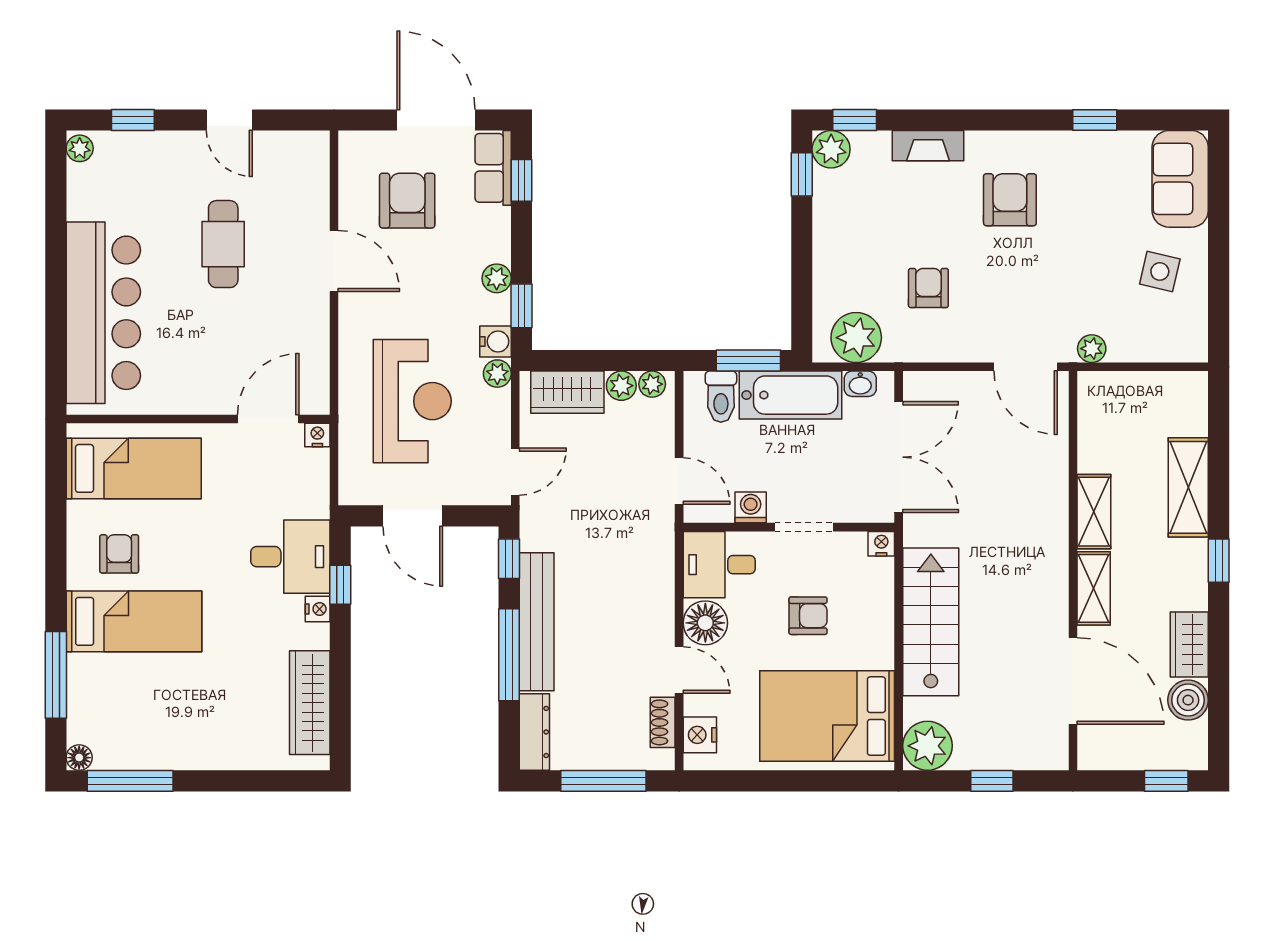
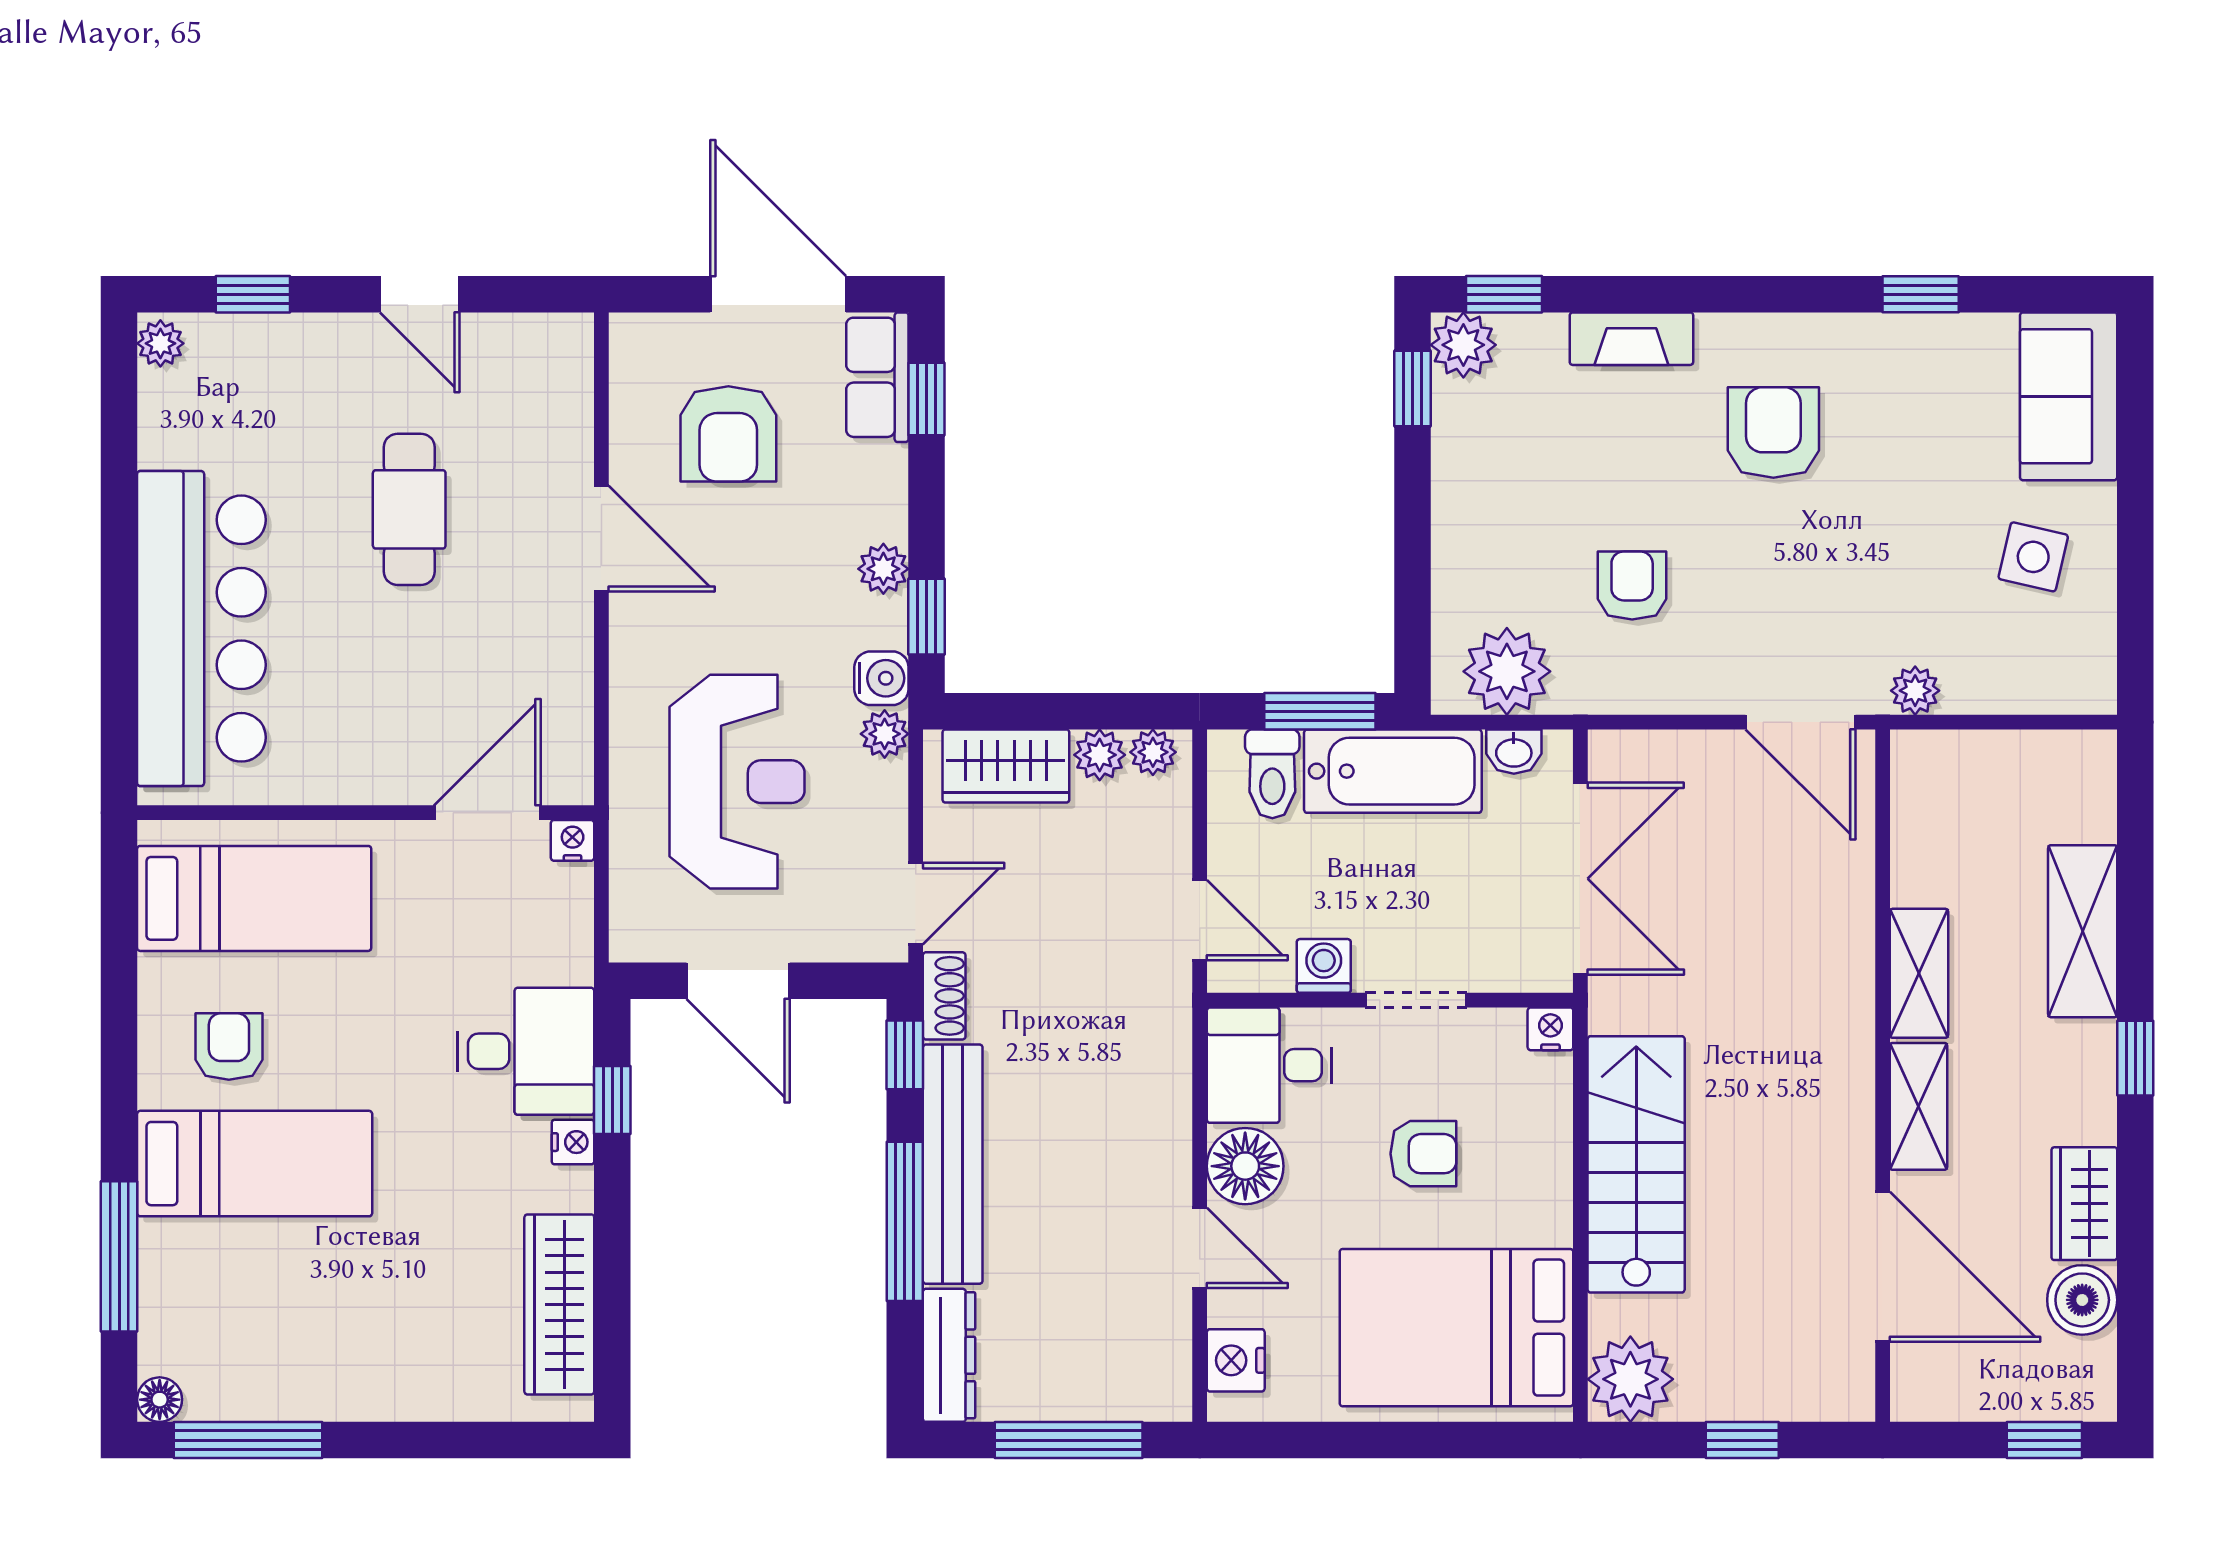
armchair: (407, 201) -> (728, 434), turned 180
shoe rack: (663, 722) -> (944, 996), moved, turned 180

